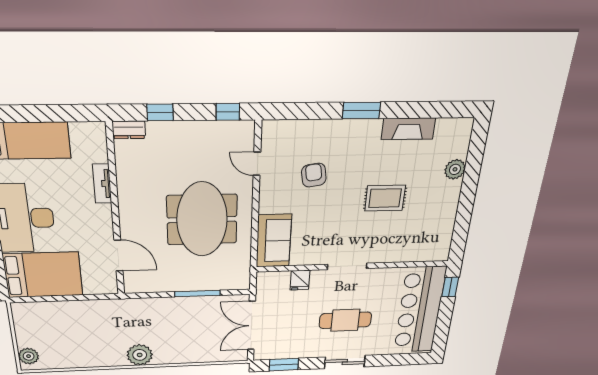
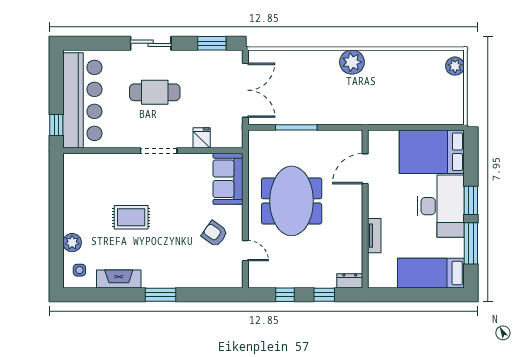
window: (228, 112) -> (285, 295), moved
side table: (452, 138) -> (79, 270), added
armchair: (314, 175) -> (215, 234), moved, turned 134
door: (118, 255) -> (365, 169), hinge flipped

